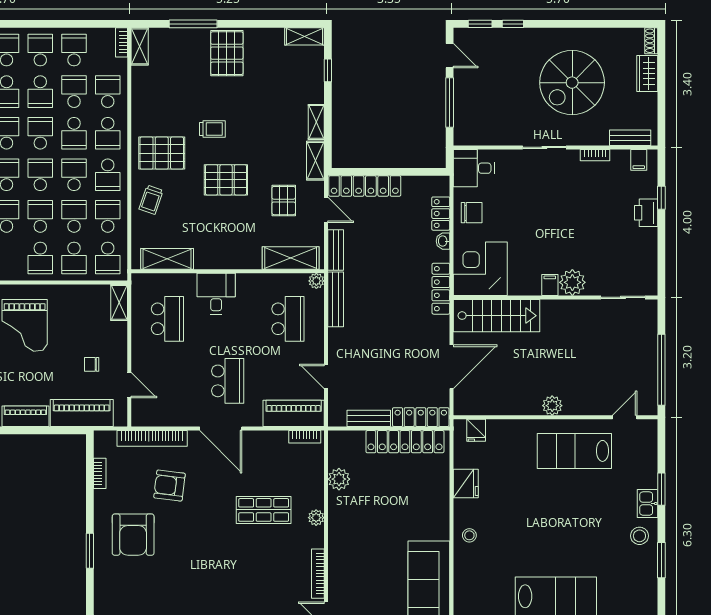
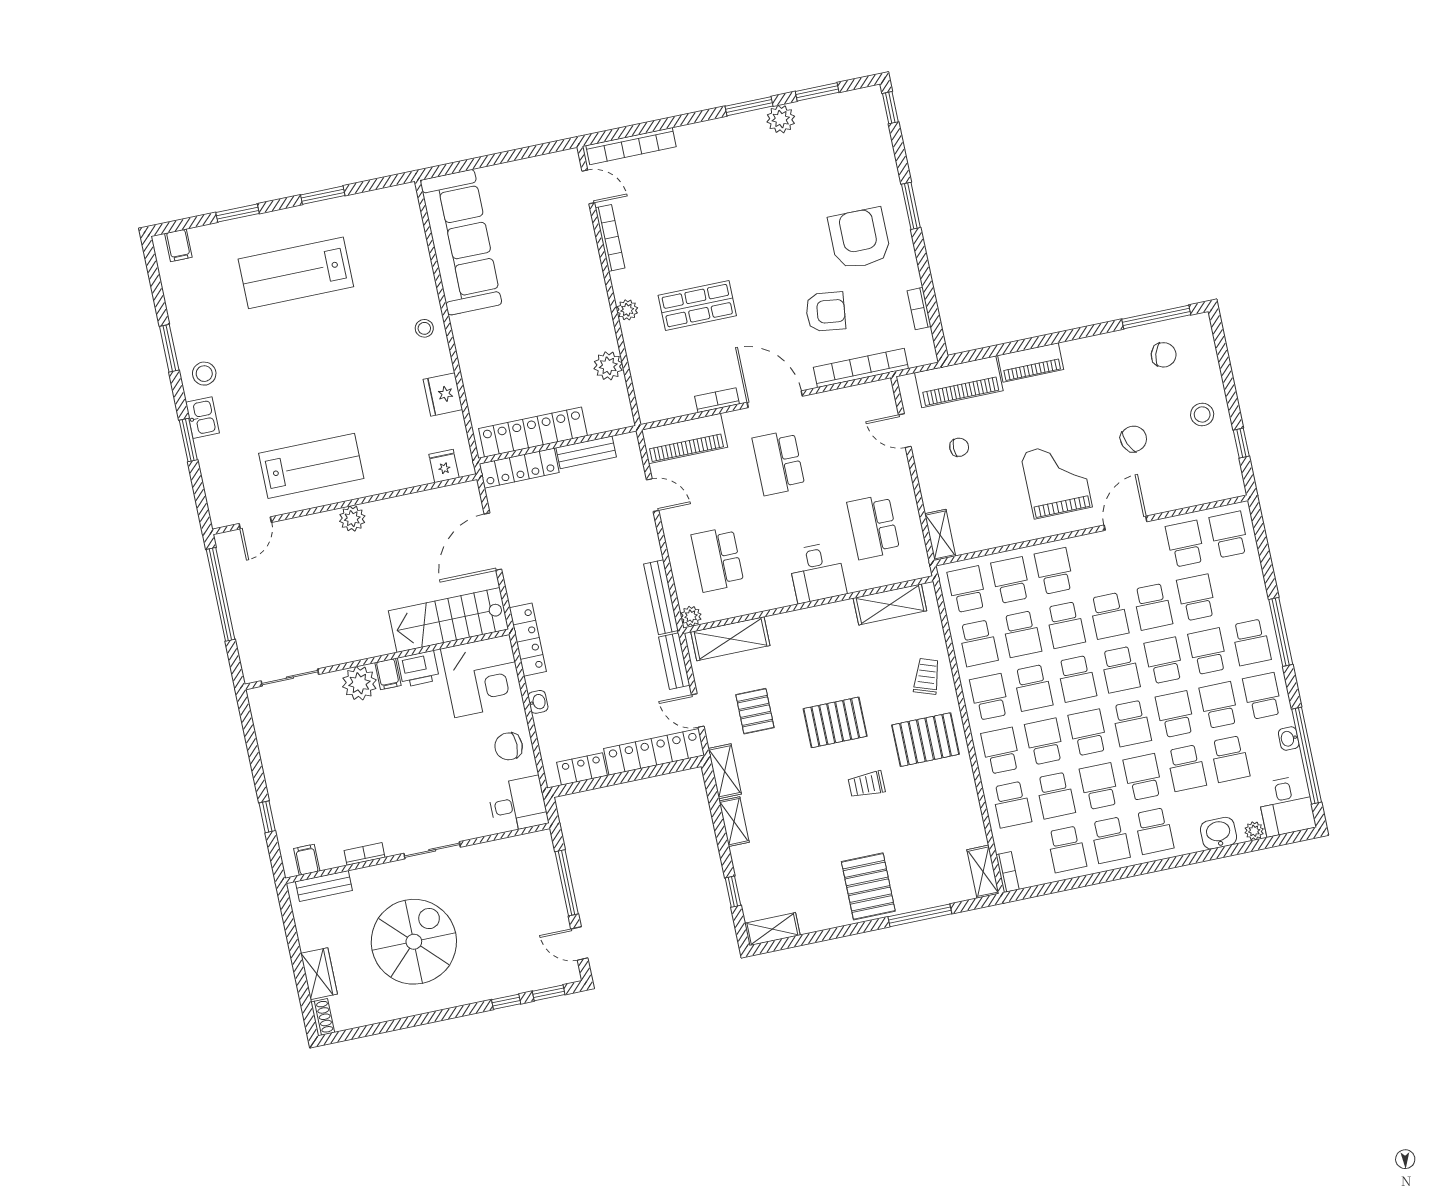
school desk: (40, 133) -> (1088, 732), turned 180
printer: (646, 213) -> (418, 669), moved, turned 90
locker: (441, 214) -> (582, 769), moved, turned -90
bookcase: (305, 437) -> (717, 400), moved

